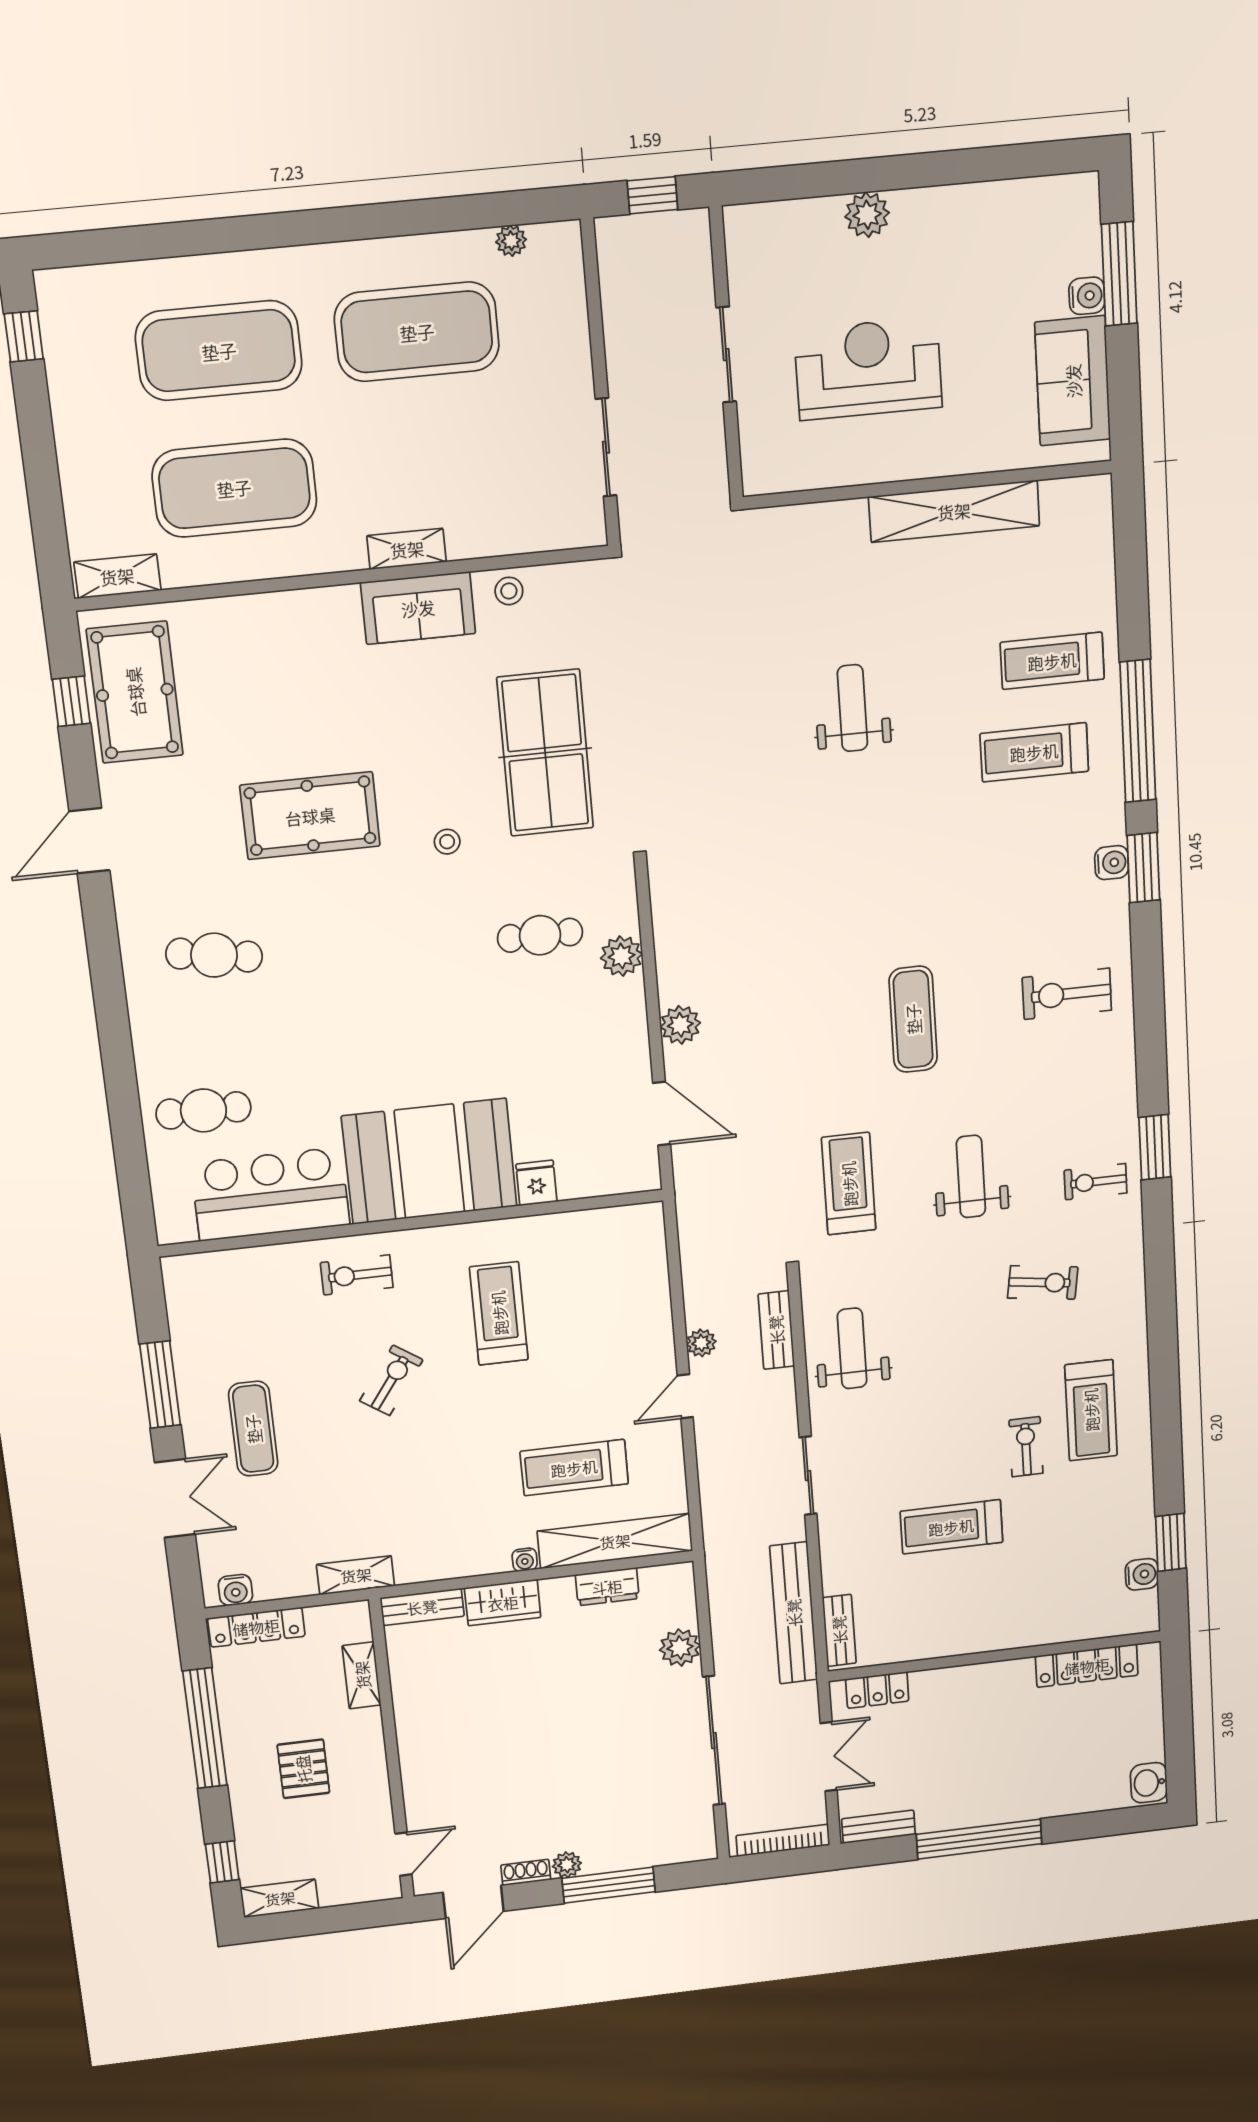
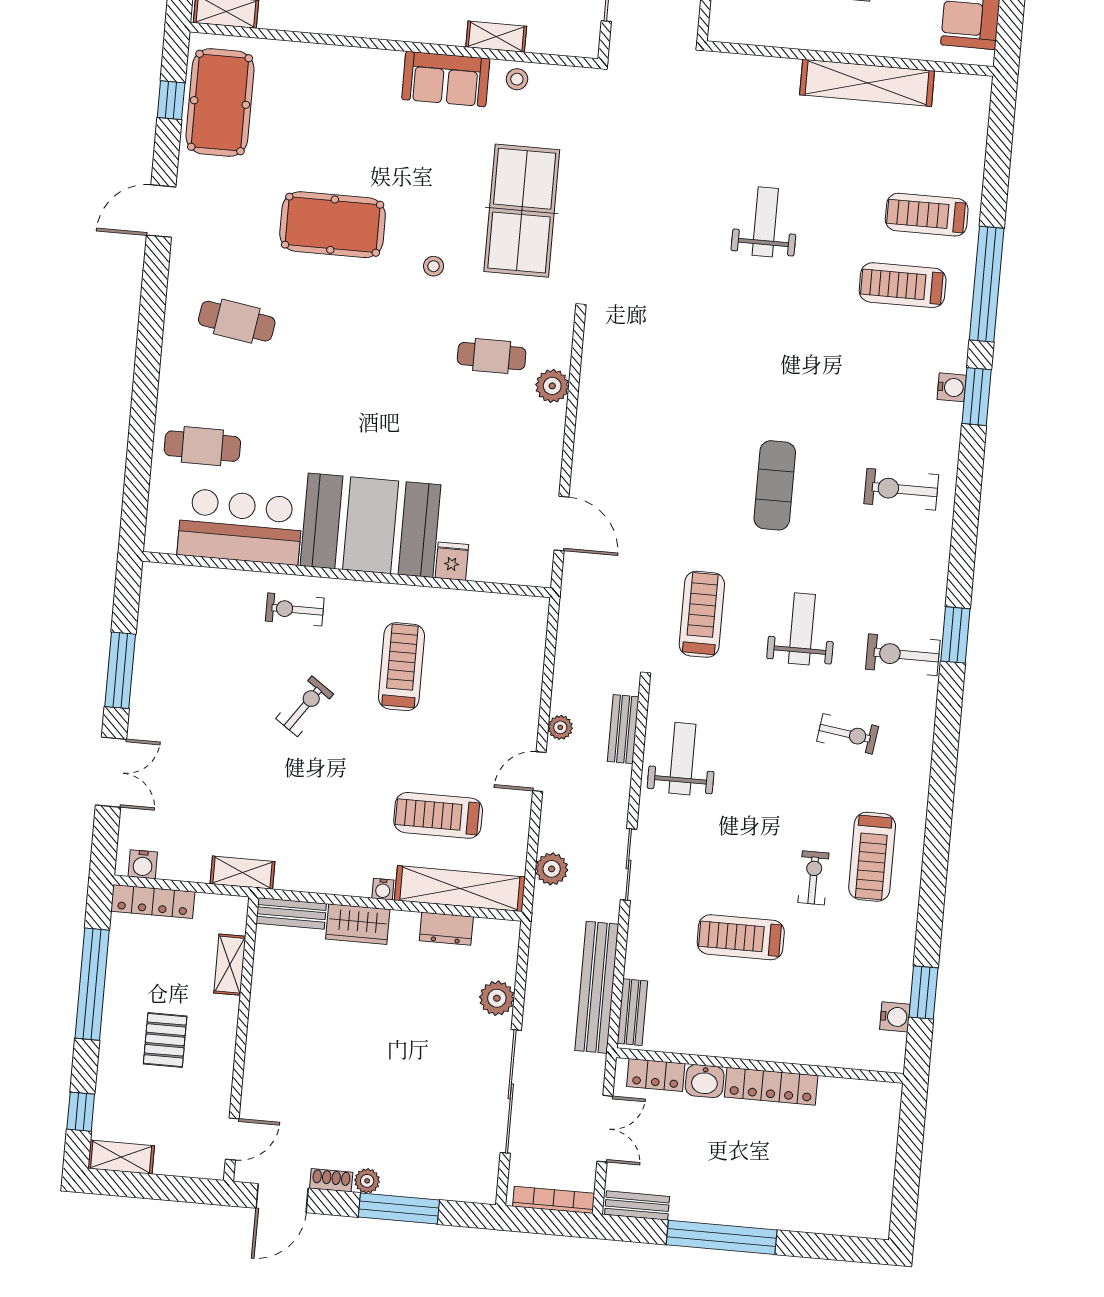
shelving: (407, 549) -> (496, 37), moved
plant: (680, 1025) -> (552, 869), moved
exercise bike: (1096, 1182) -> (903, 655), width x1.38, depth x1.39
exercise mat: (253, 1429) -> (186, 725), removed
locker: (1087, 1666) -> (771, 1086), moved
washbasin: (1149, 1783) -> (705, 1081), moved, turned -90

